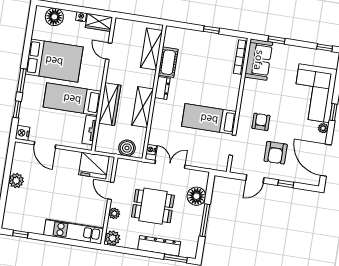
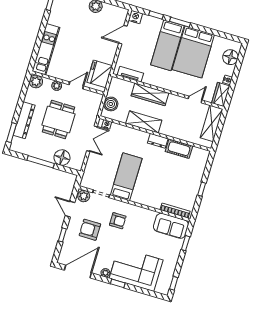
shelving: (151, 49) -> (212, 123), moved, turned 90
bed: (72, 99) -> (167, 45), moved, turned 180
plant: (238, 165) -> (84, 196), added

